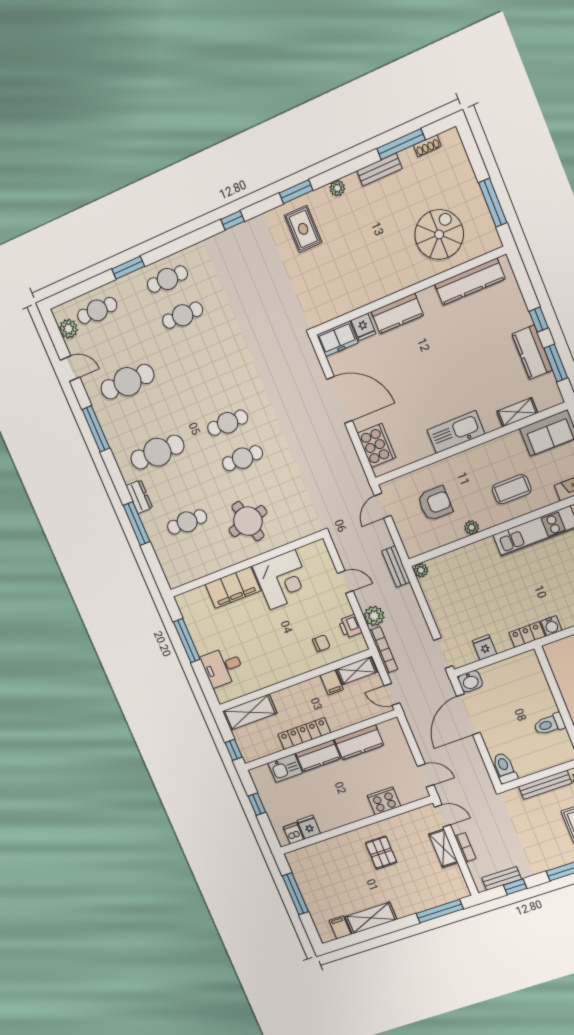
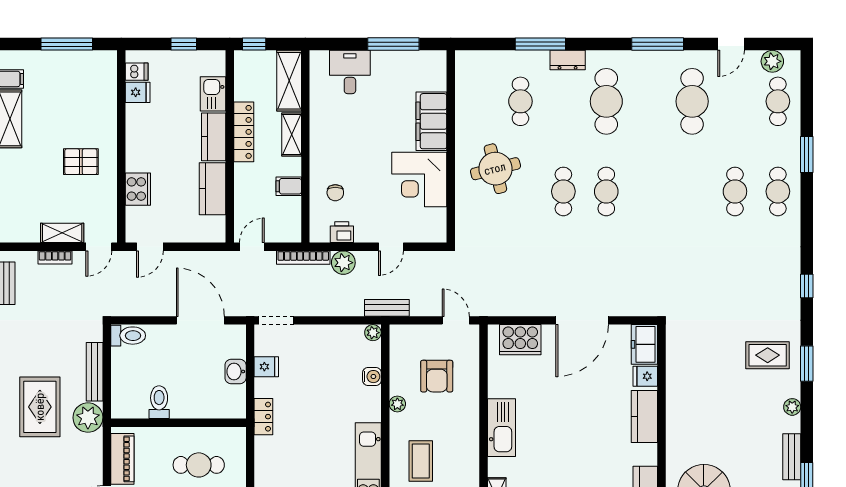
water cooler: (551, 626) -> (372, 377), moved, turned 180
shelving: (357, 671) -> (292, 134), moved
washbasin: (470, 681) -> (236, 371), moved

